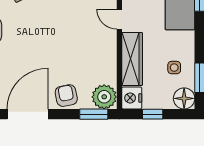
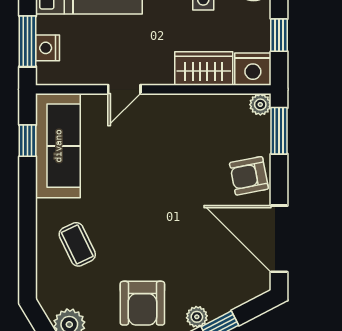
wardrobe: (132, 59) -> (204, 68), width x0.67
plant: (104, 97) -> (260, 105), width x0.53, depth x0.53

